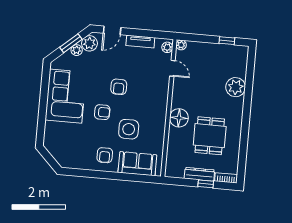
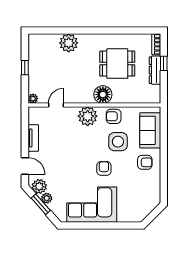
window: (227, 41) -> (25, 68), moved
plant: (167, 47) -> (88, 116), moved, width x1.87, depth x1.87
armchair: (119, 87) -> (114, 116), moved, turned 180

